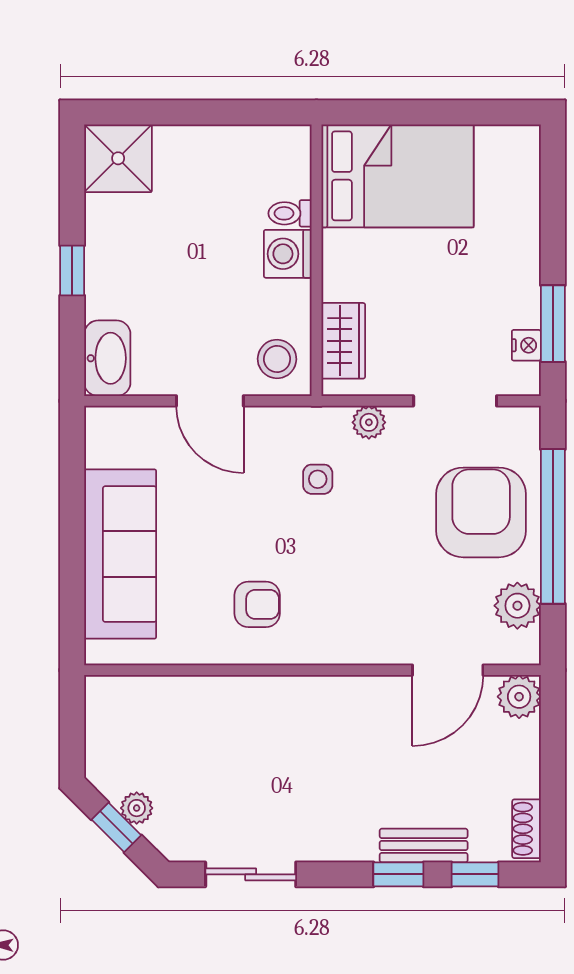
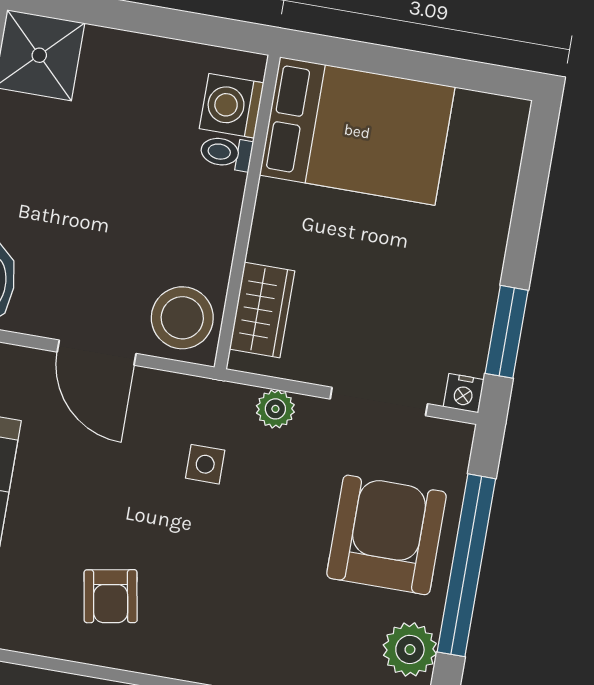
washing machine: (288, 254) -> (232, 106), moved
nightstand: (526, 345) -> (464, 393), moved, turned 90
stool: (277, 359) -> (182, 318), width x1.38, depth x1.38
armchair: (257, 604) -> (111, 596), turned 80

